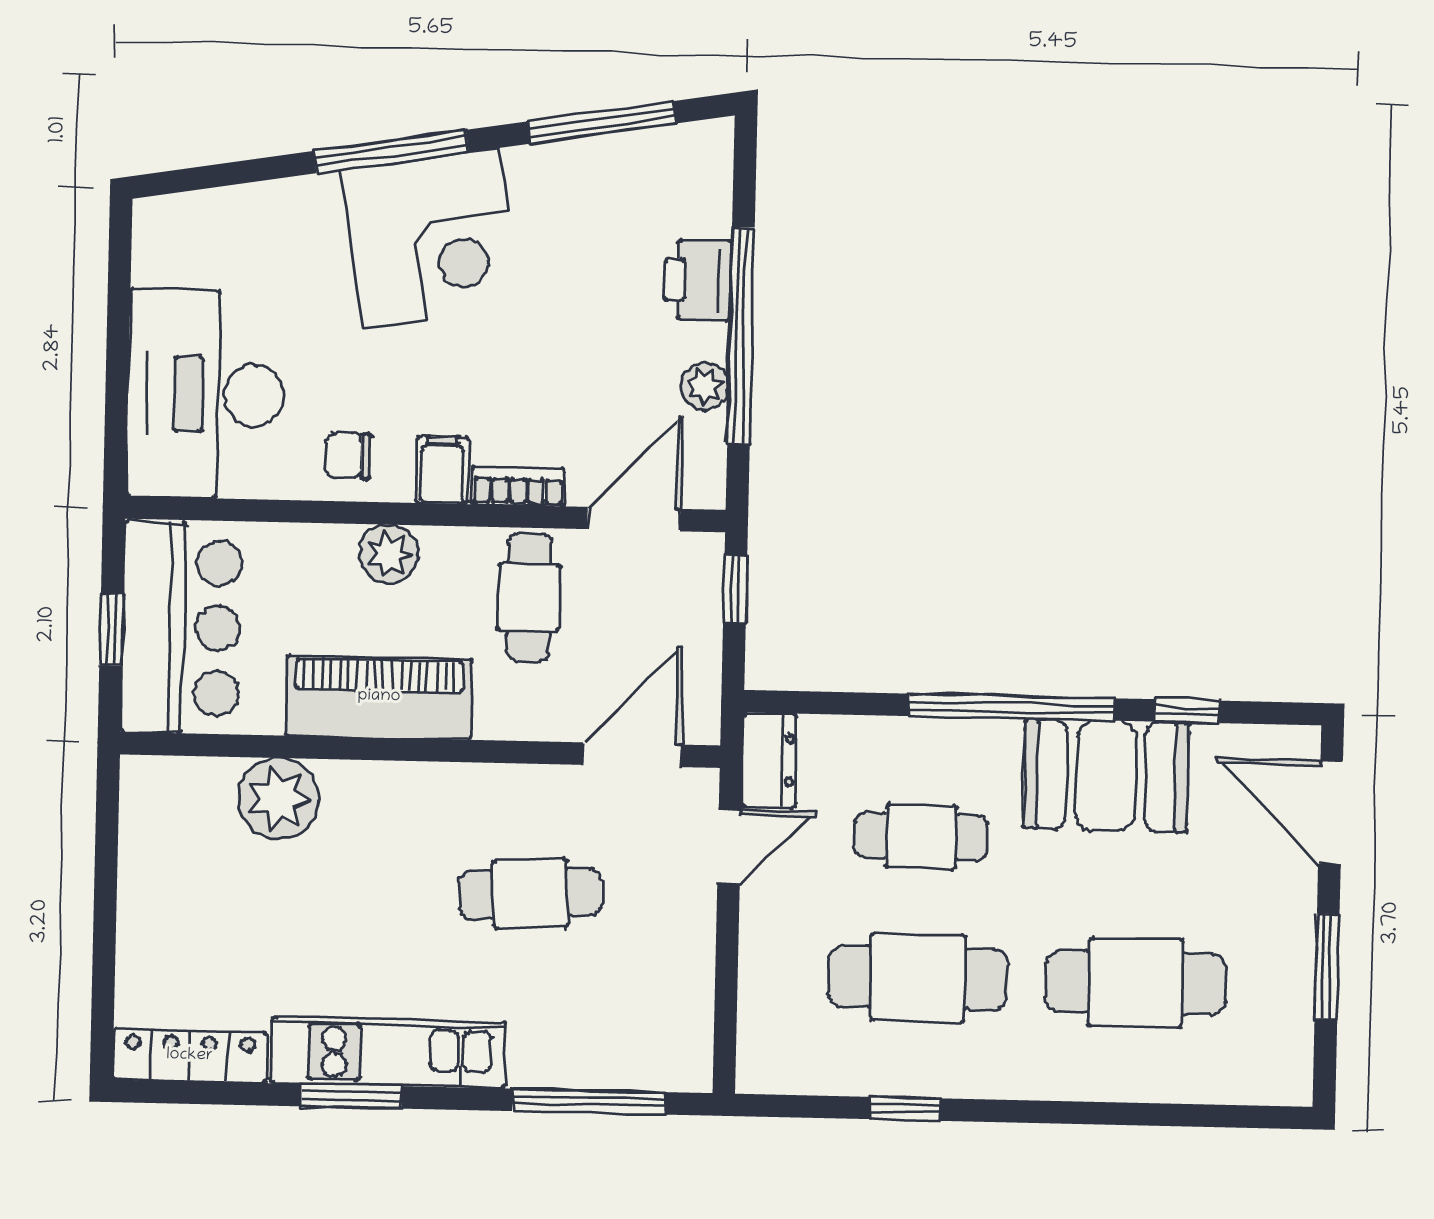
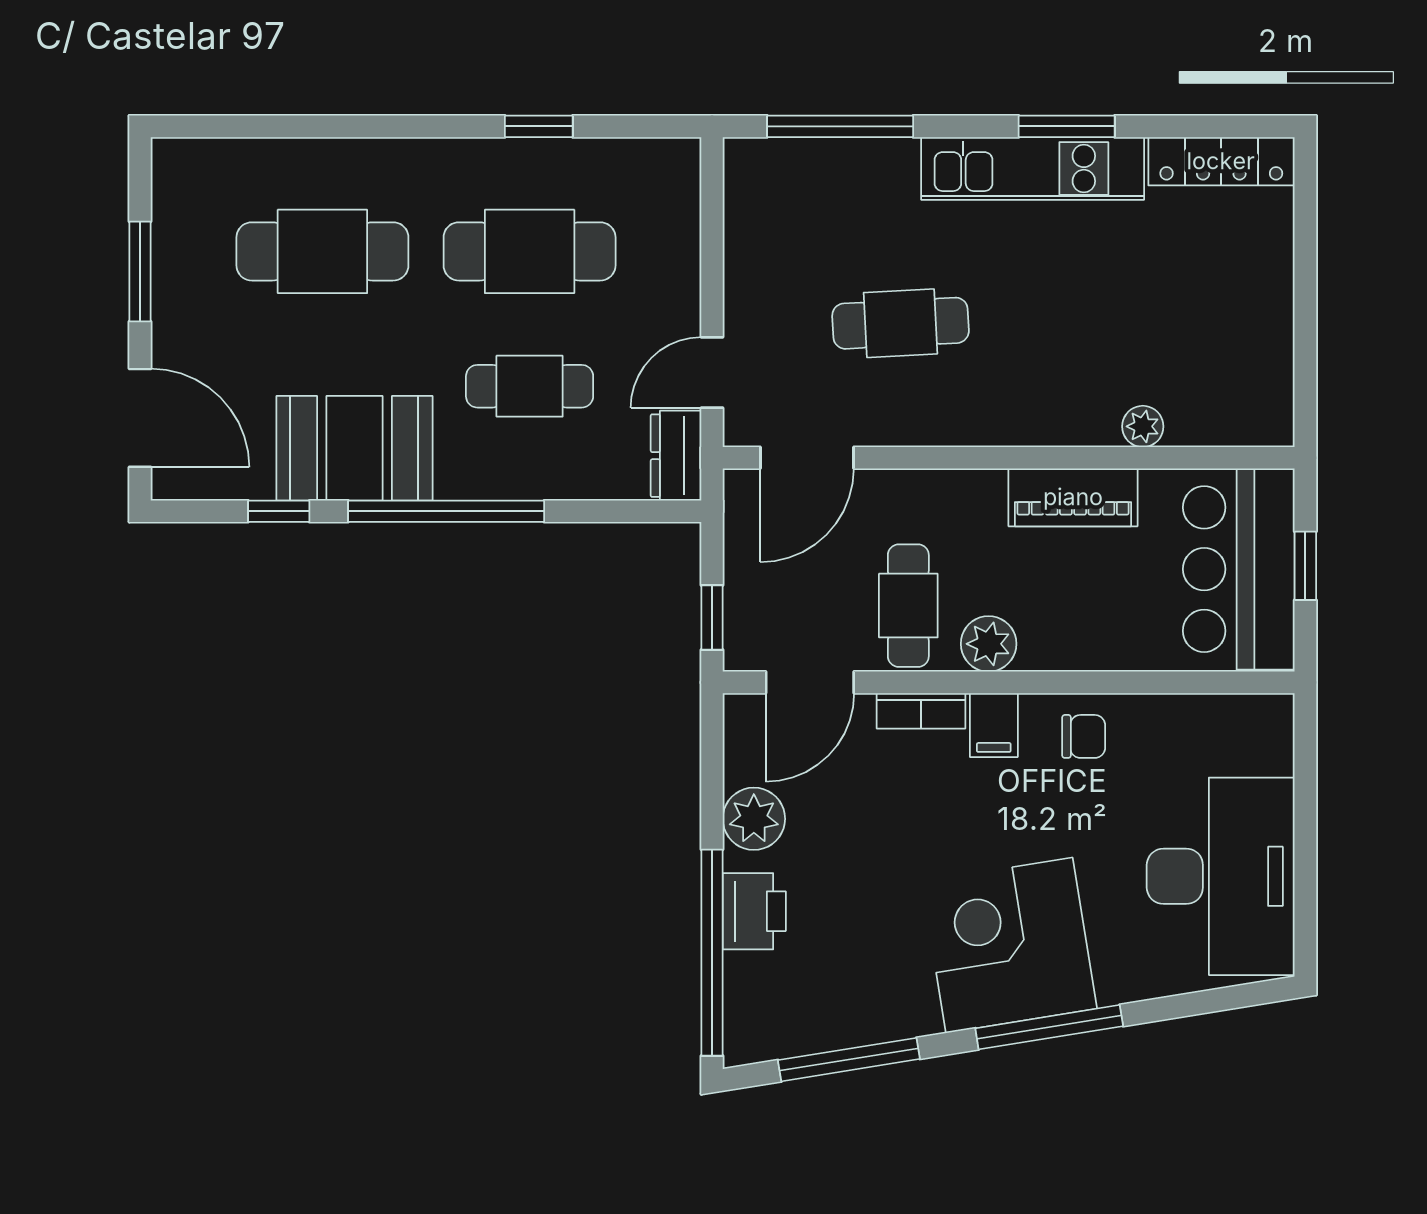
window: (741, 336) -> (712, 953), moved
plant: (705, 386) -> (754, 819), width x1.38, depth x1.38
desk: (206, 394) -> (1221, 876), moved
plant: (389, 554) -> (989, 644), moved
piano: (379, 697) -> (1073, 497), width x0.73, depth x0.75
plant: (278, 799) -> (1143, 426), width x0.53, depth x0.53

